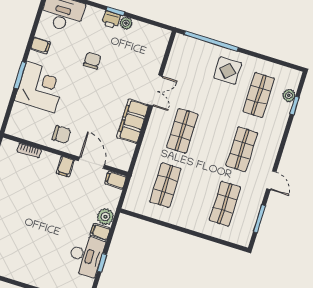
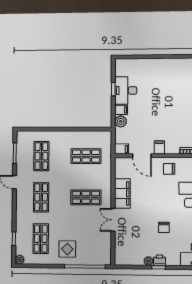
plant: (289, 95) -> (20, 259), moved
shop shelf: (182, 131) -> (86, 197), turned 90
shop shelf: (165, 185) -> (86, 156), turned 90

